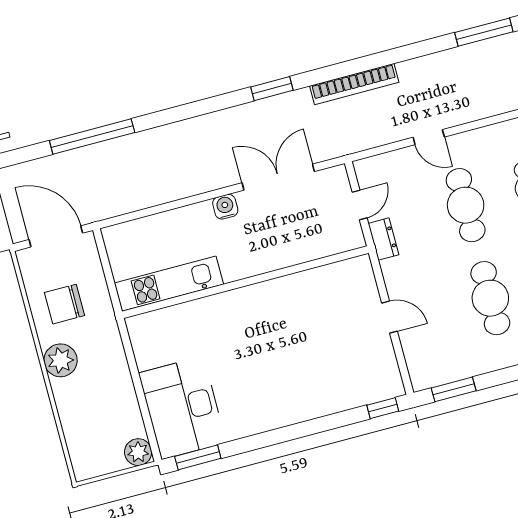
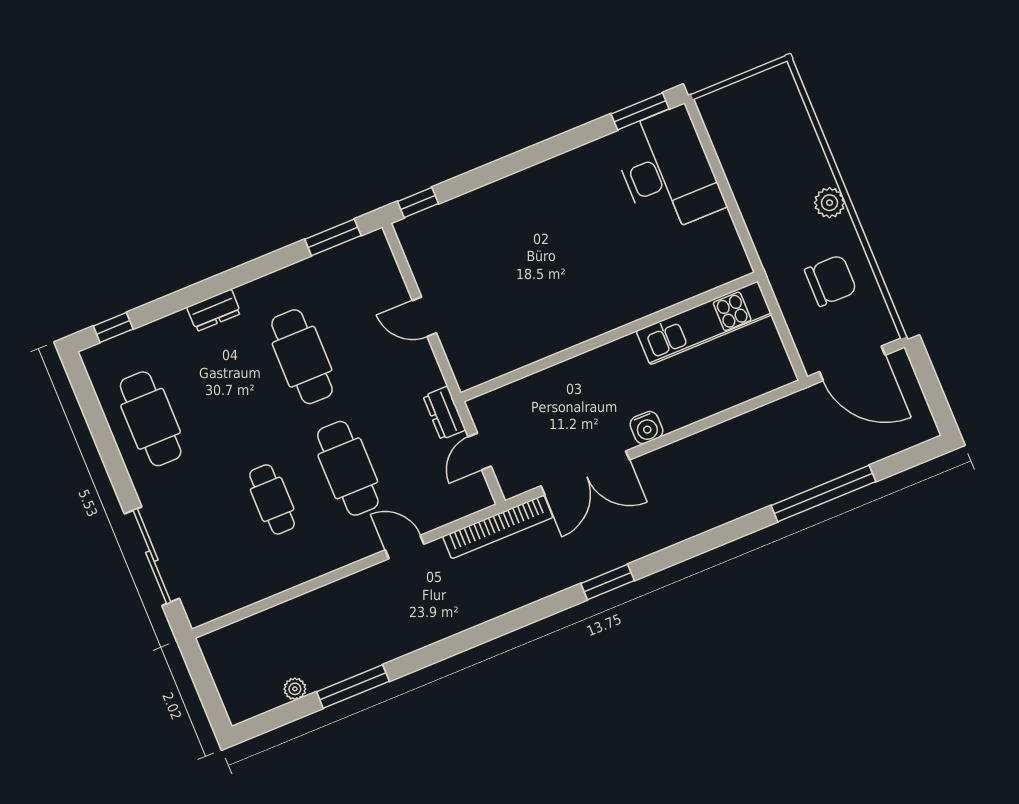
bookcase: (354, 84) -> (498, 527), moved, turned 180
plant: (61, 360) -> (829, 203), width x0.73, depth x0.73
plant: (138, 452) -> (715, 108), removed

